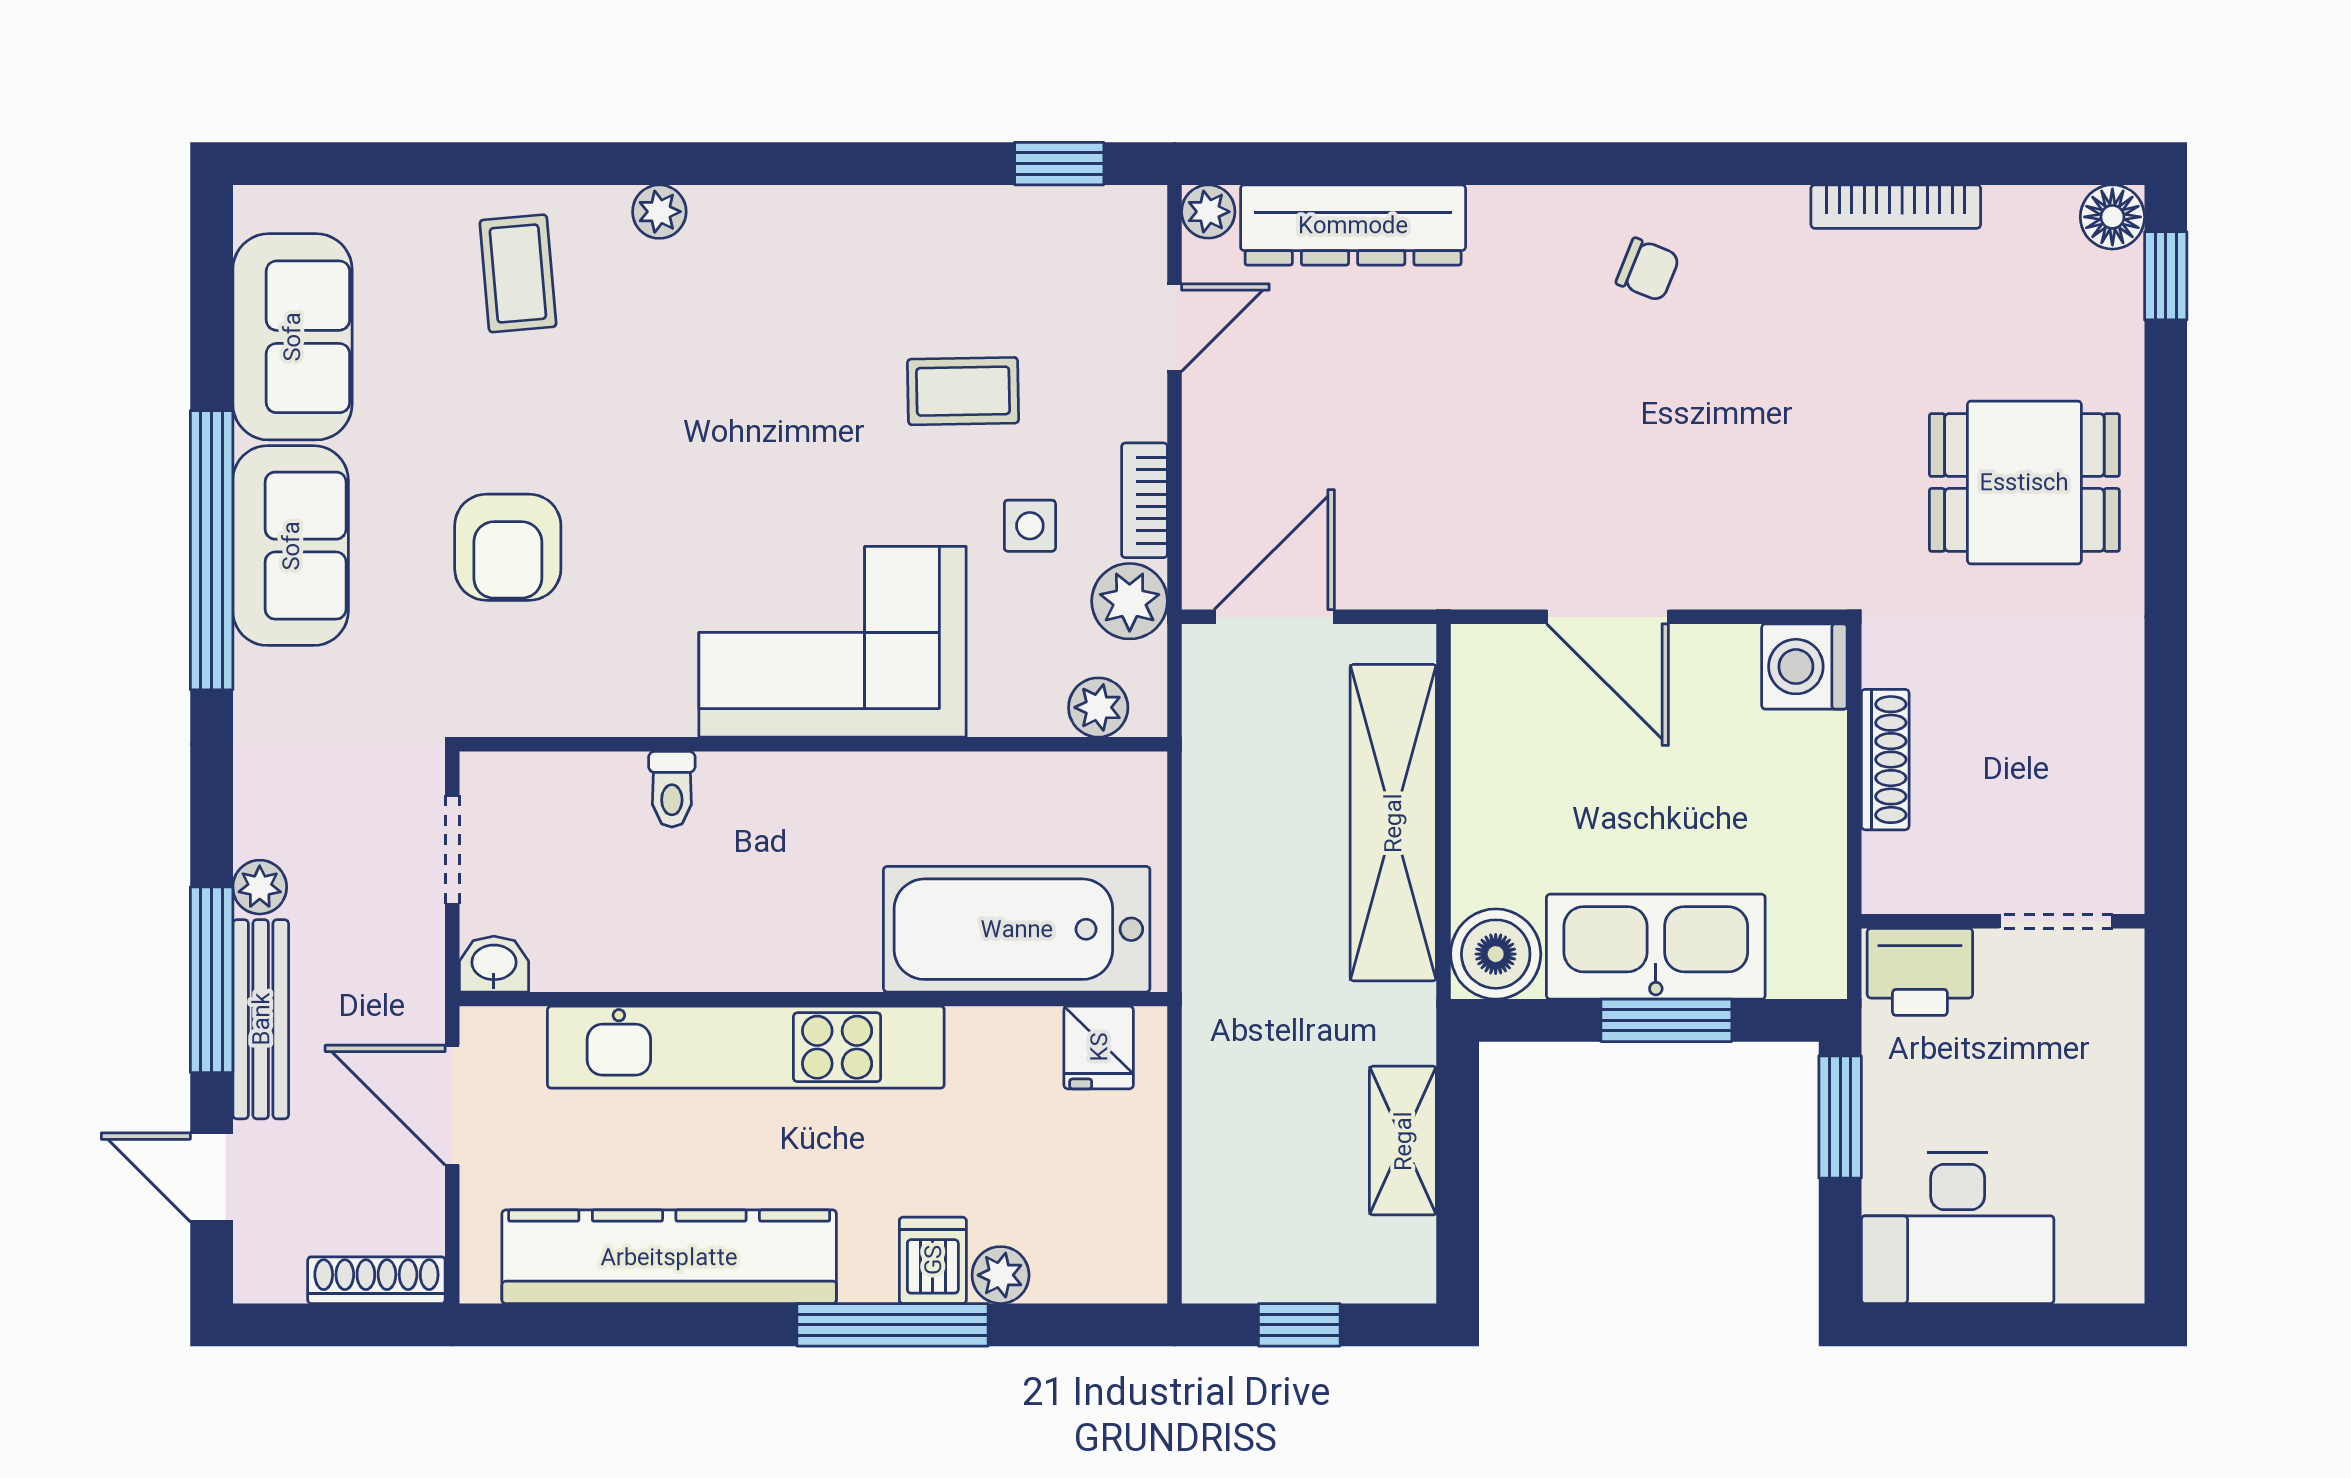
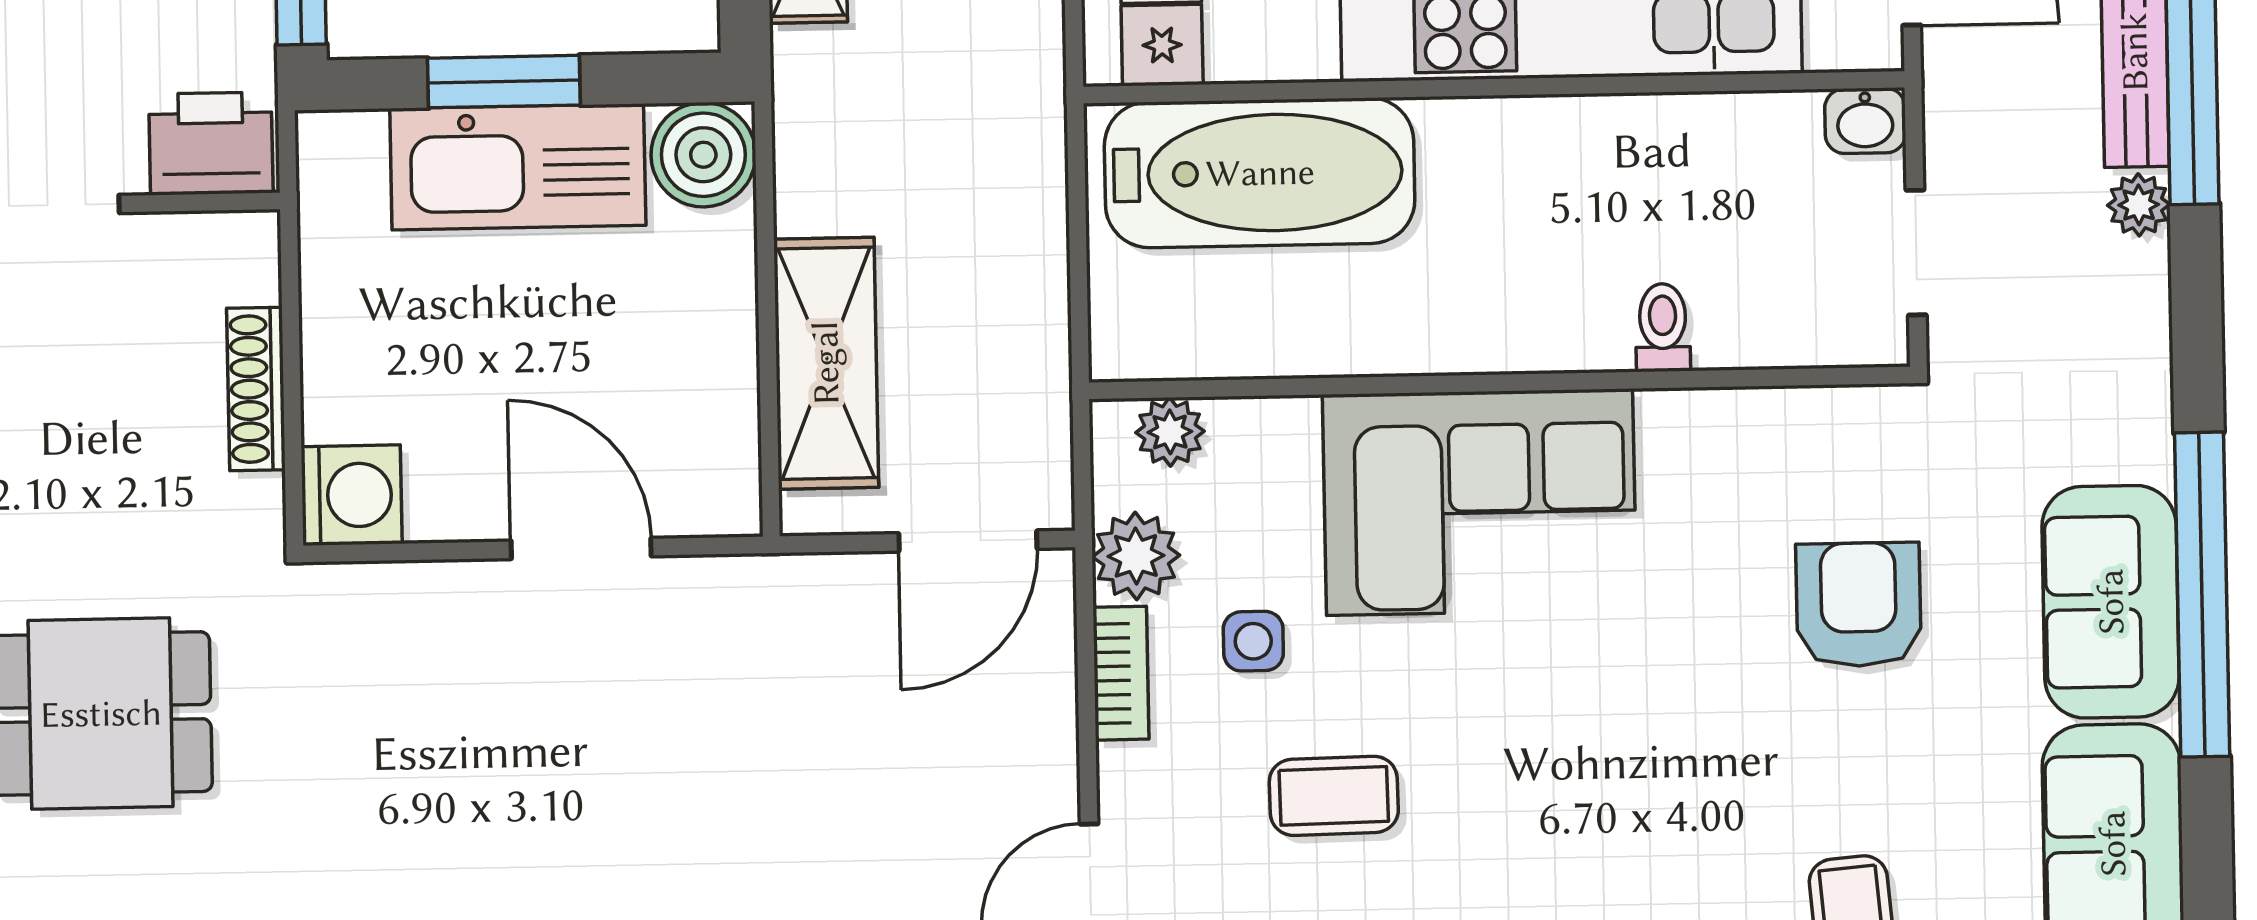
shelving: (1393, 823) -> (826, 363), width x0.68

